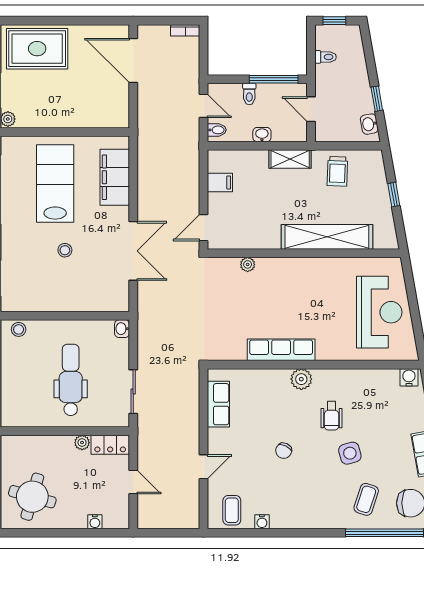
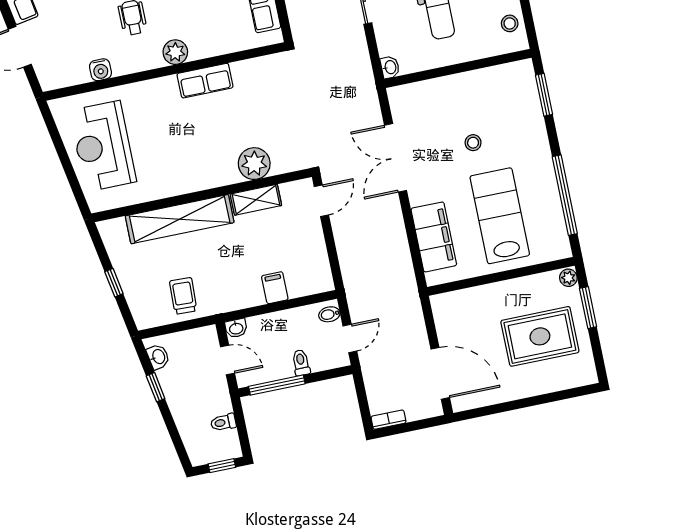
rug: (37, 49) -> (540, 336), moved
door: (204, 106) -> (350, 338), swing flipped
washbasin: (262, 135) -> (236, 328), moved
shelving: (290, 159) -> (256, 200), moved
filing cabinet: (220, 182) -> (275, 288), moved, turned 90
lab bench: (55, 184) -> (500, 216), turned 180
plant: (248, 264) -> (254, 164), width x1.88, depth x1.88
stool: (19, 329) -> (510, 23), moved
row of seats: (281, 350) -> (205, 81), width x0.68
water cooler: (409, 377) -> (100, 70), moved

